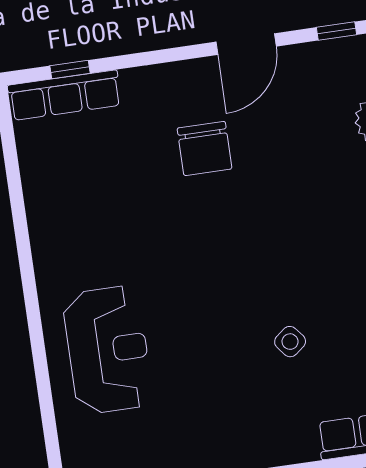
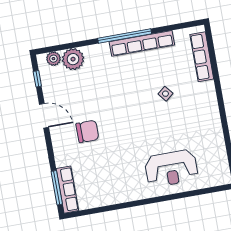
window: (70, 70) -> (57, 188), width x2.17
reception desk: (108, 350) -> (171, 168), turned 180

